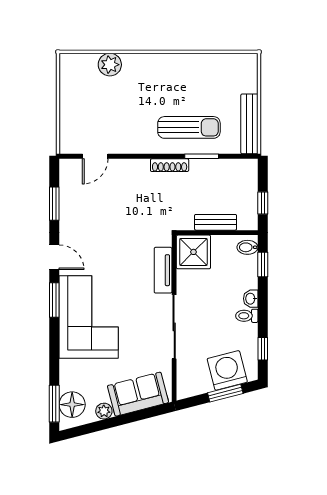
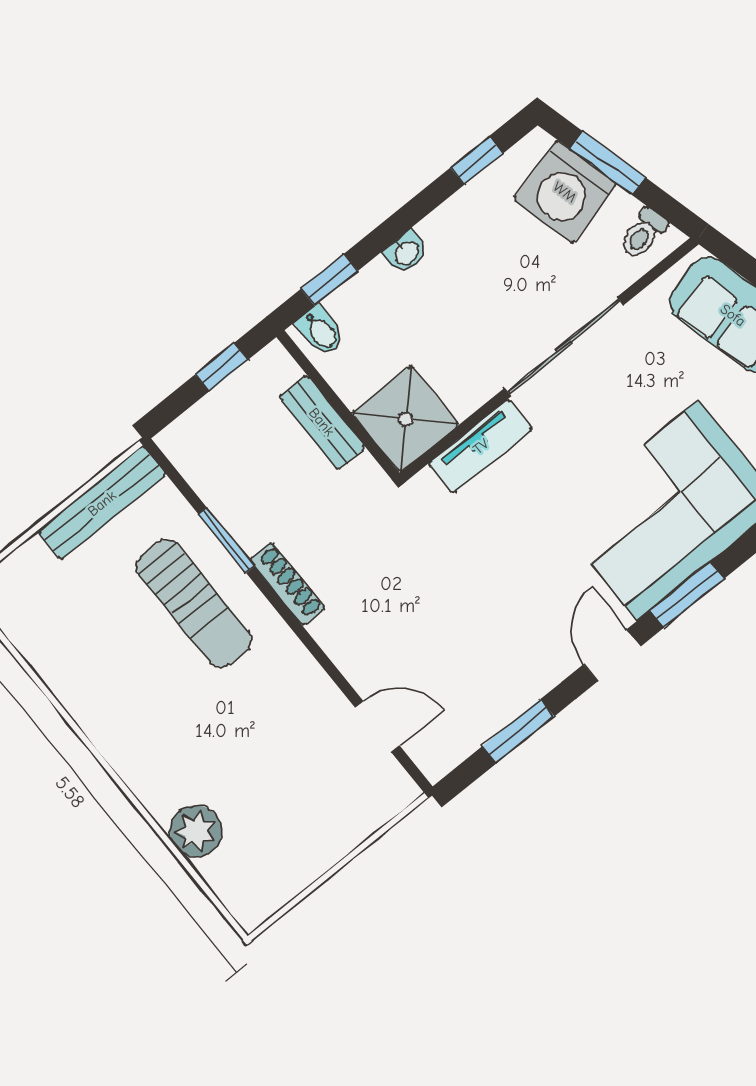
sun lounger: (189, 127) -> (194, 603), turned 180
toilet: (247, 316) -> (643, 234), moved, turned 75

